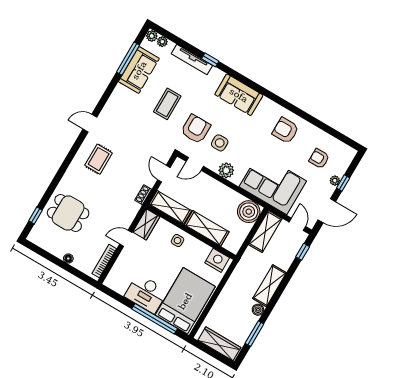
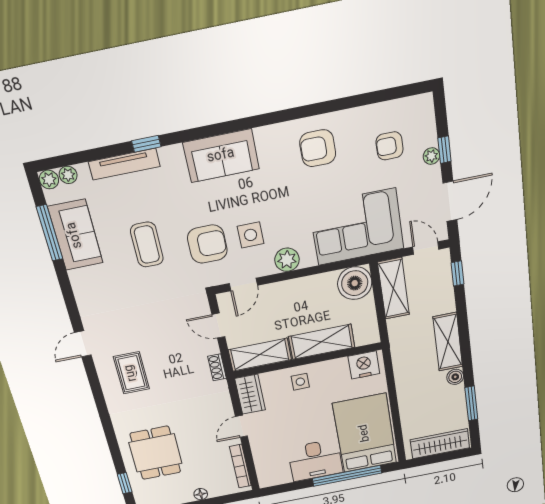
armchair: (196, 129) -> (207, 244), turned 90
dining table: (68, 213) -> (155, 453), turned 90

